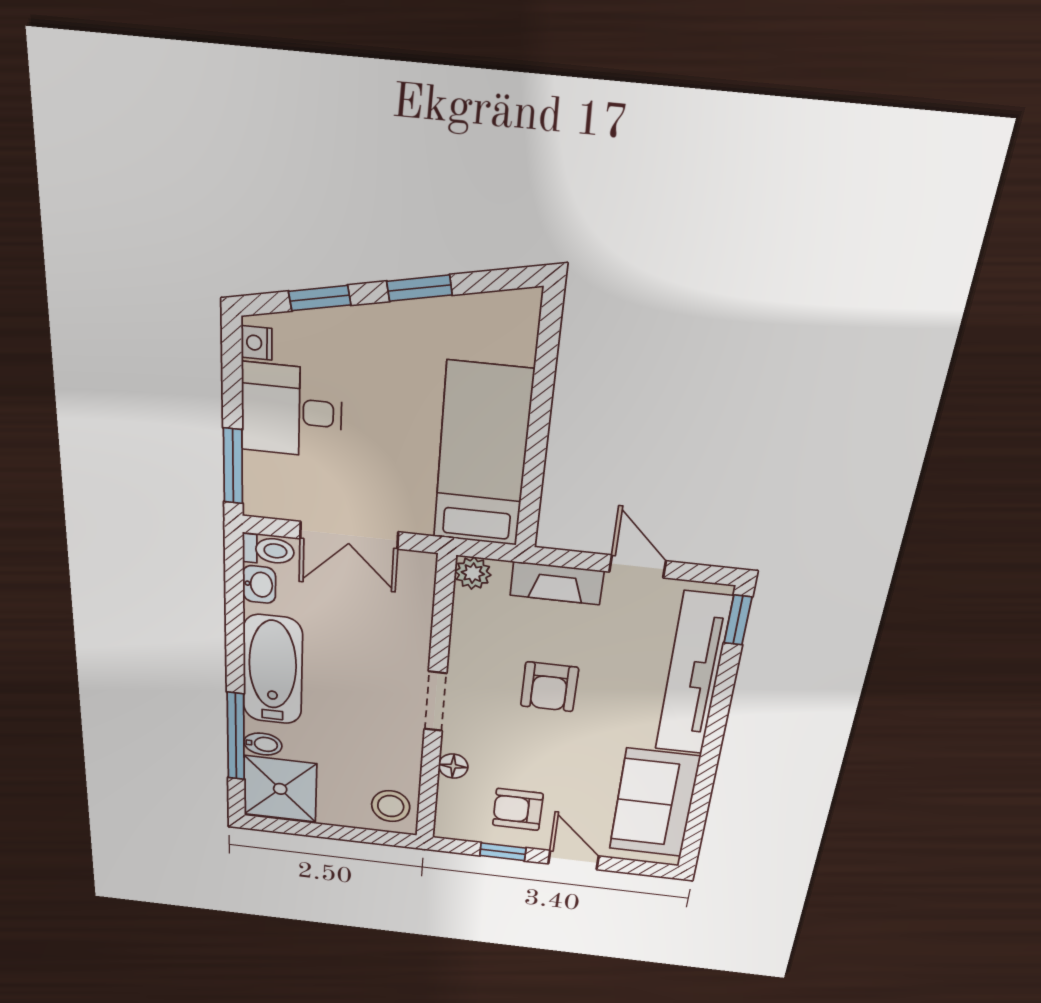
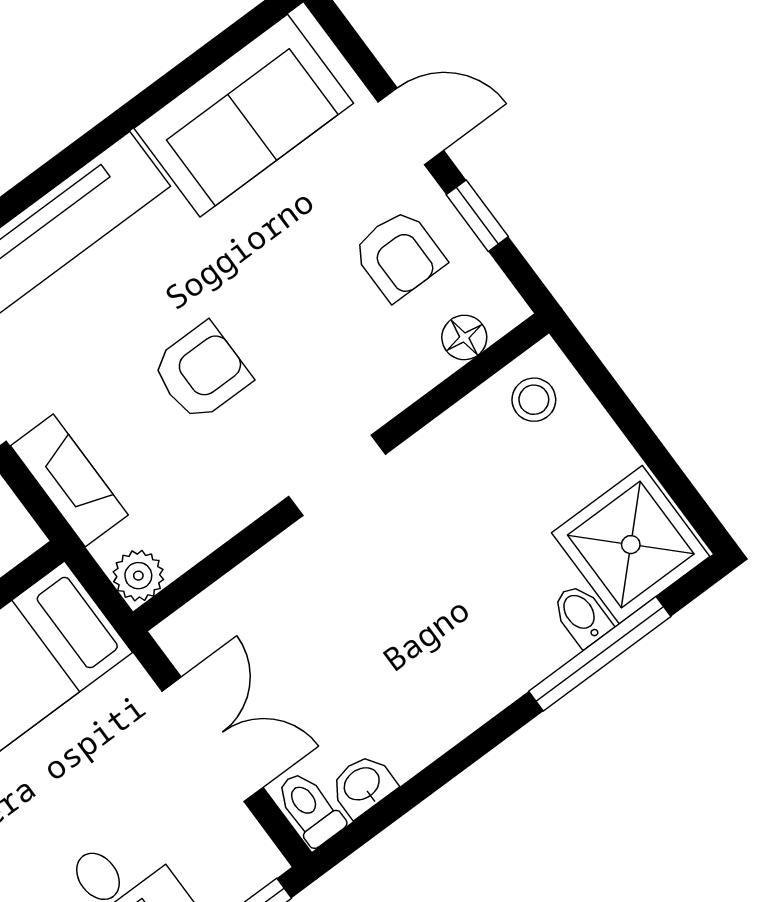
bathtub: (273, 670) -> (464, 685), removed
floor lamp: (453, 766) -> (464, 337), moved
stool: (391, 806) -> (534, 400), width x0.73, depth x0.73
door: (573, 860) -> (411, 126), swing flipped

